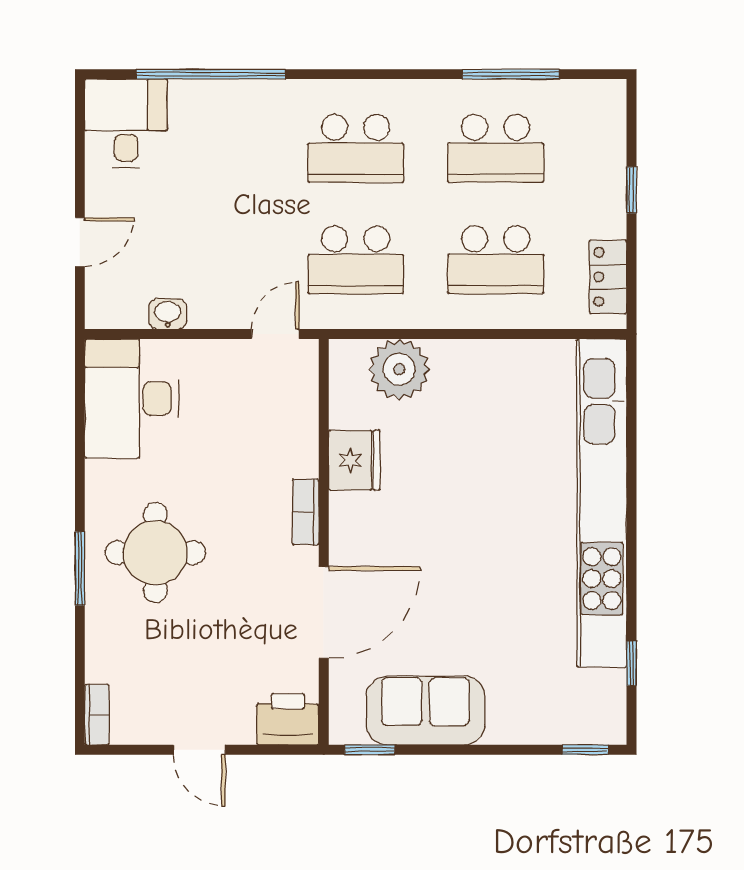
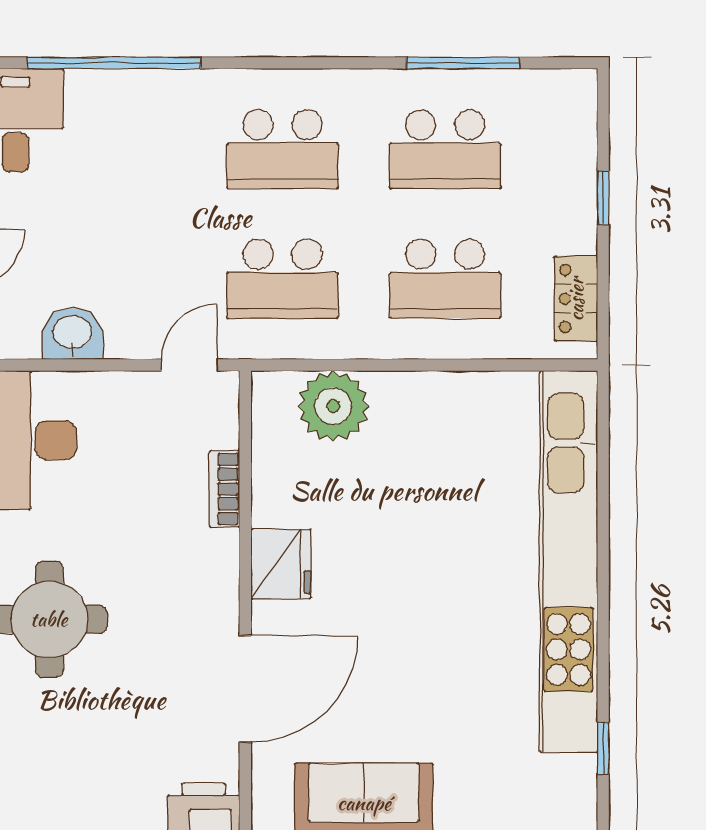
washbasin: (168, 314) -> (72, 334), width x1.38, depth x1.45
fridge: (354, 460) -> (281, 564), moved
bookcase: (306, 512) -> (224, 489), moved

